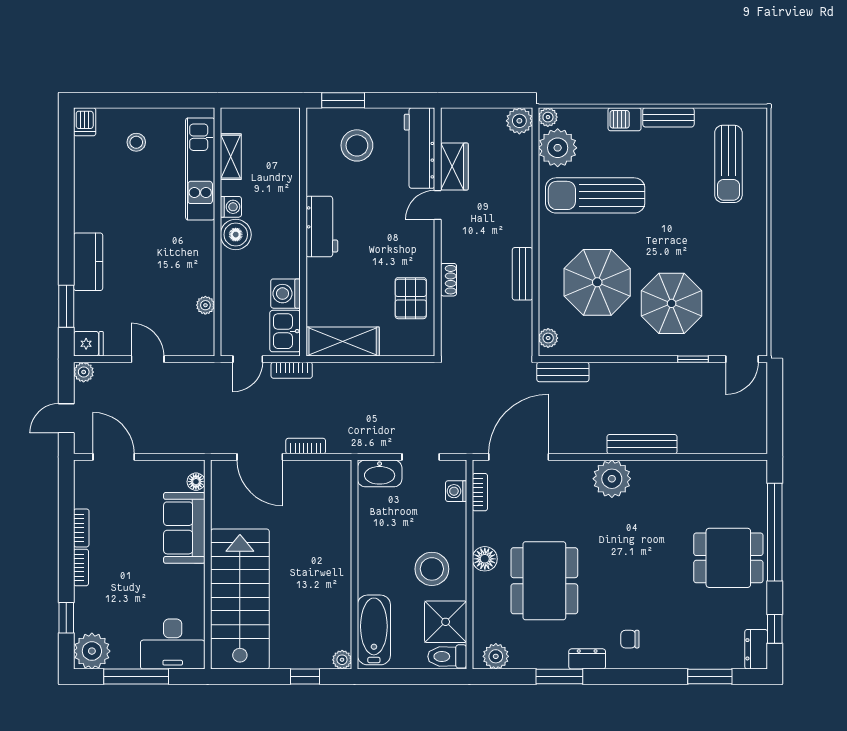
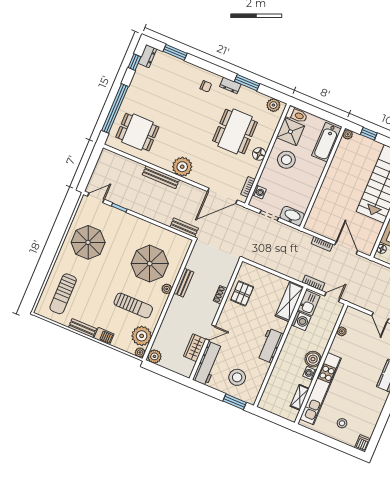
sun lounger: (728, 164) -> (63, 294), turned 180
kitchen unit: (200, 169) -> (321, 389), width x1.36
sun lounger: (595, 195) -> (133, 306), width x0.73, depth x0.75
parasol: (672, 303) -> (88, 242), moved
plant: (548, 338) -> (167, 289), moved
shelving: (343, 342) -> (289, 301), moved, turned 90
dining table: (728, 558) -> (137, 132), moved

